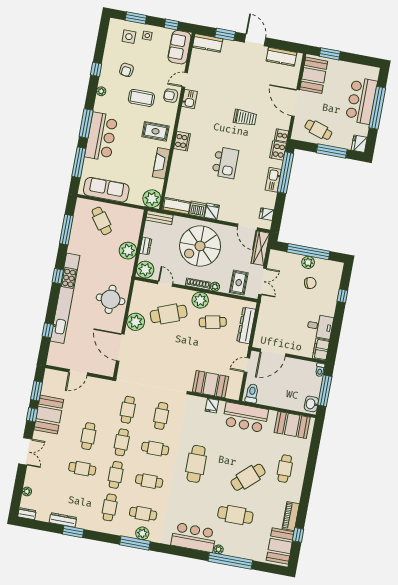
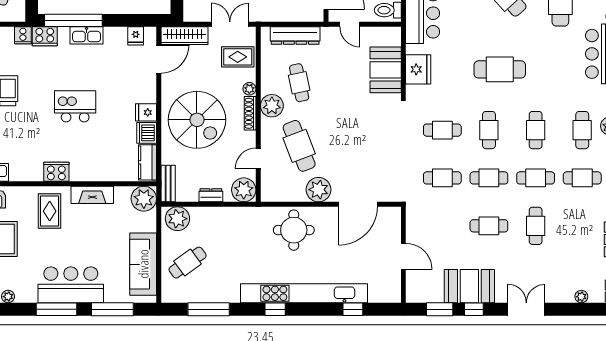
plant: (128, 251) -> (177, 219), moved
fridge: (212, 406) -> (418, 69), width x1.88, depth x1.34

